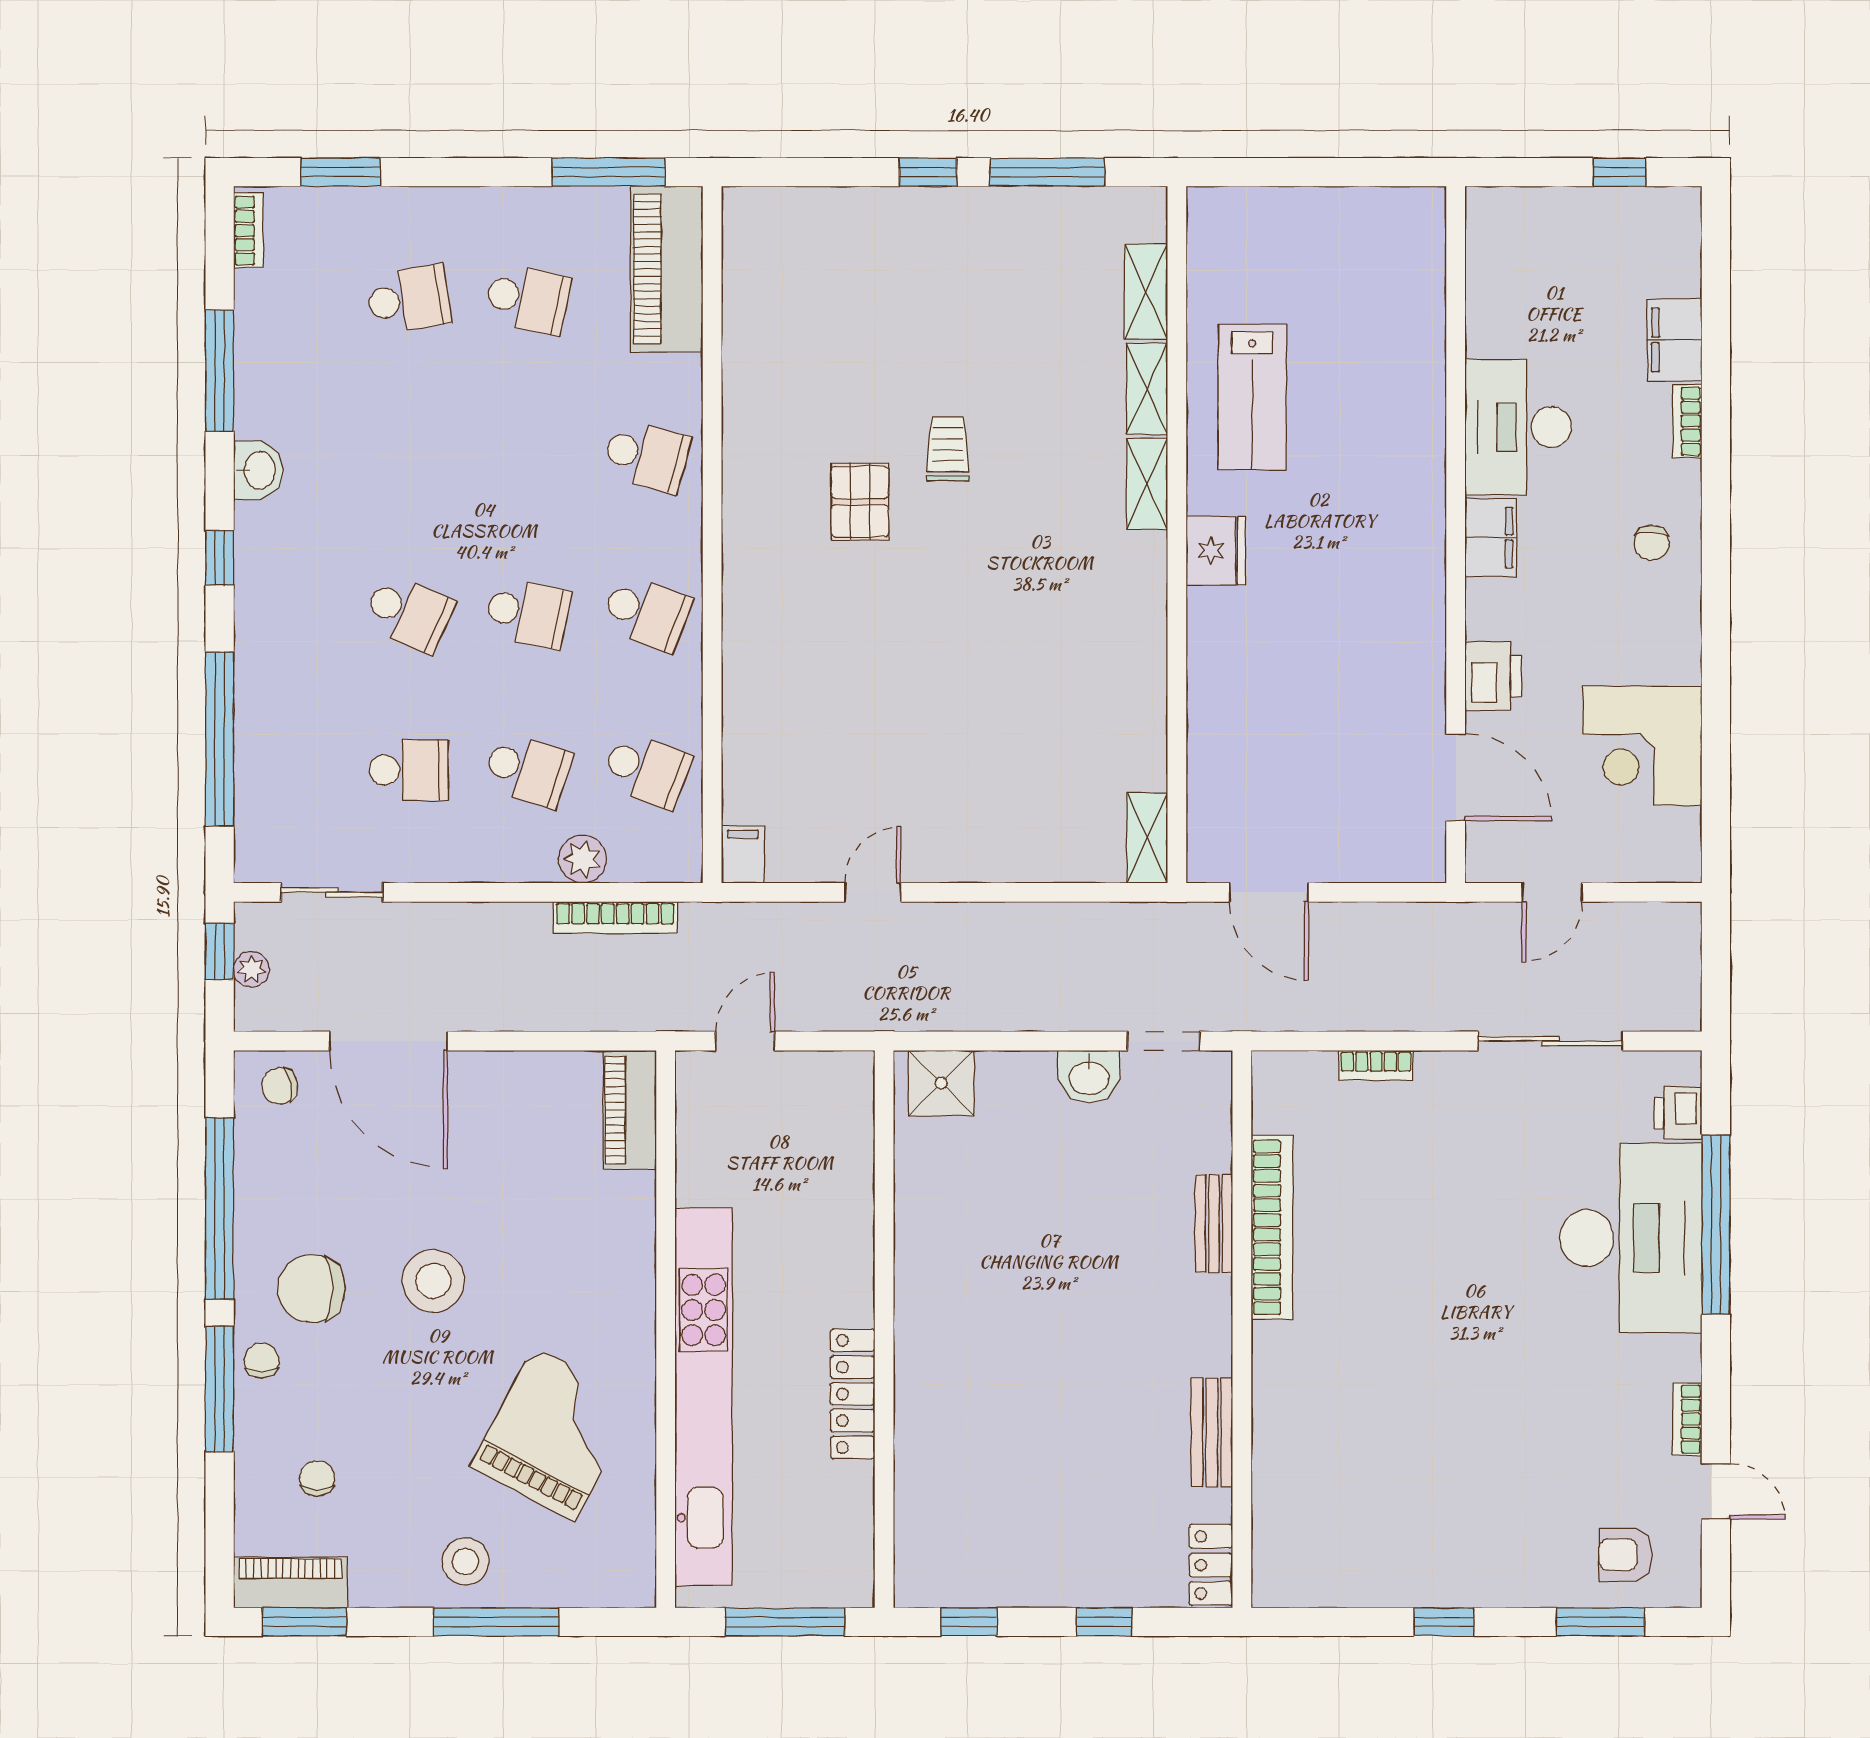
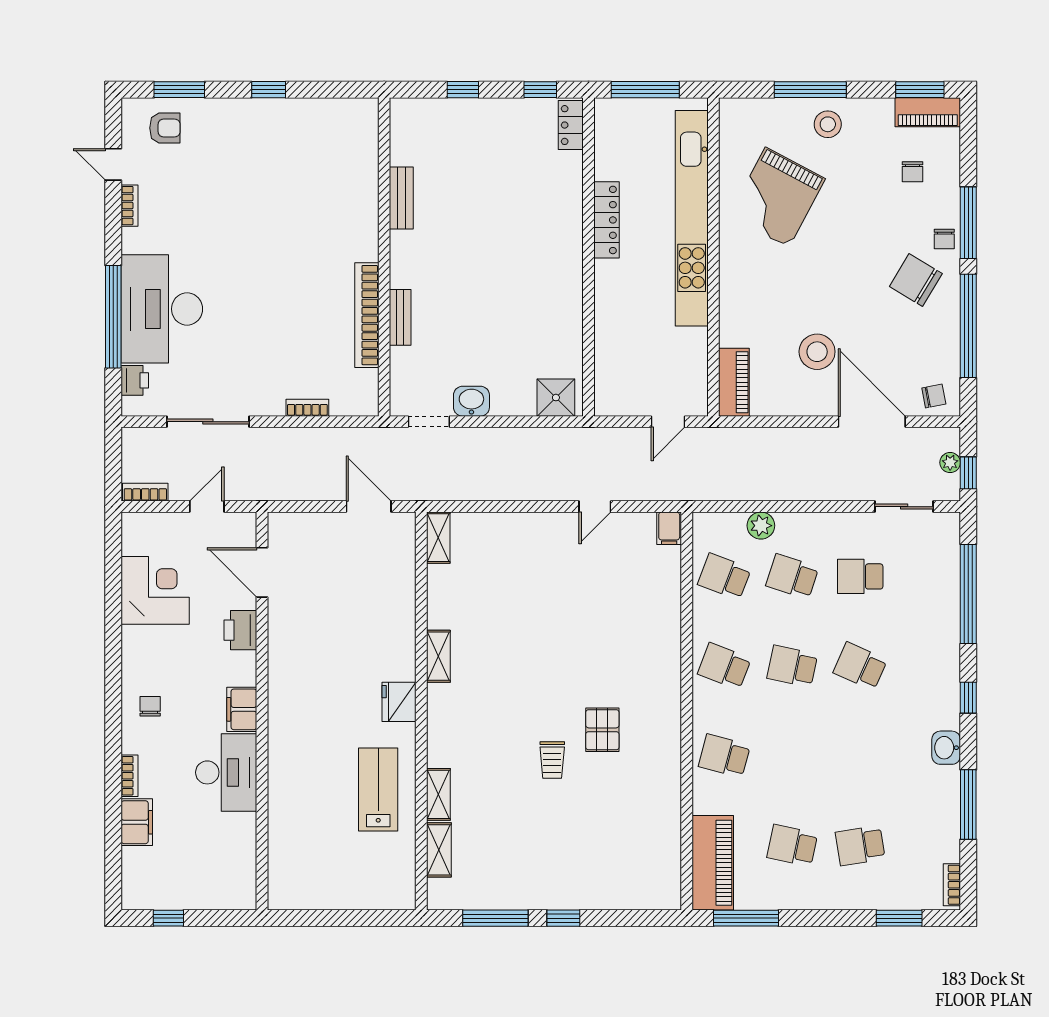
shelving: (1147, 484) -> (438, 656), moved
bookcase: (615, 917) -> (145, 492), moved, width x0.64
stool: (433, 1281) -> (817, 352), moved
chair: (311, 1289) -> (916, 280), turned -149
locker: (1211, 1565) -> (571, 125), moved, turned 180

